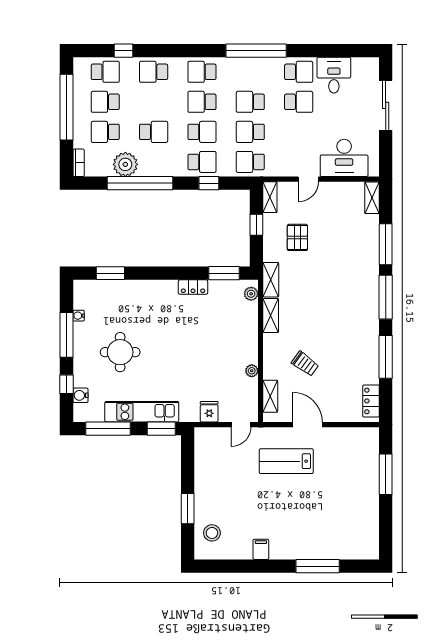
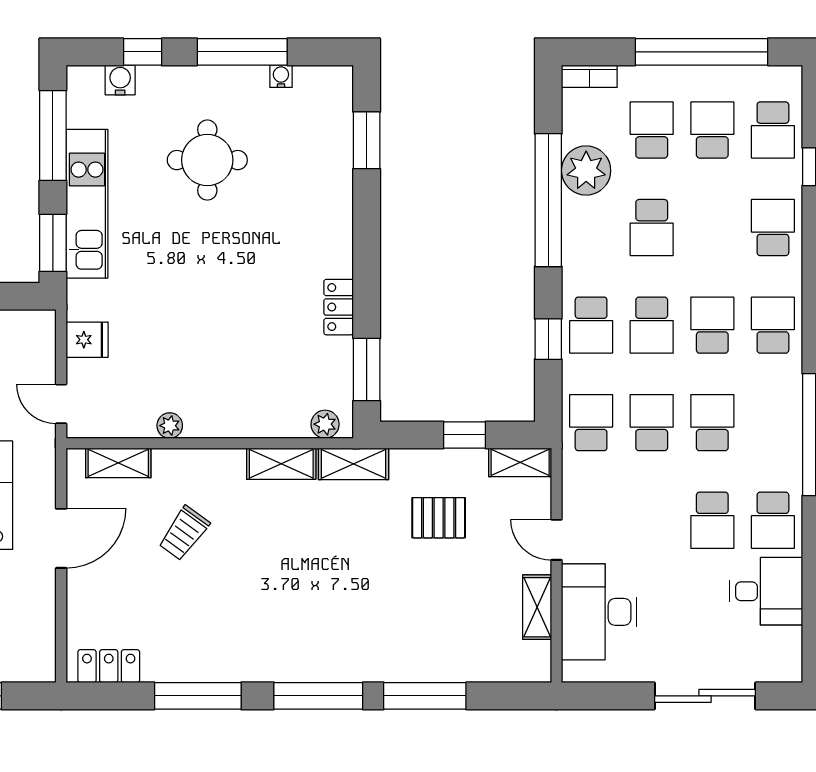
shelving: (372, 198) -> (537, 607), moved, turned 90

